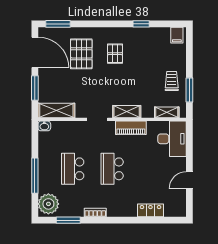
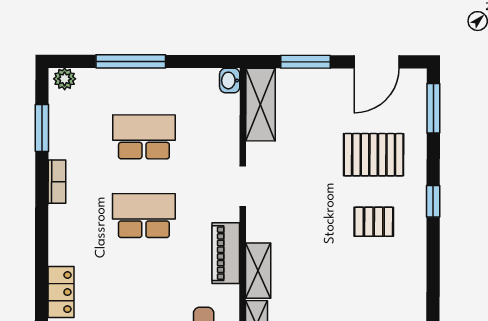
window: (141, 24) -> (433, 201), moved
door: (35, 52) -> (377, 62), width x0.73
shelving: (127, 112) -> (258, 271), moved
plant: (48, 204) -> (65, 79), width x0.53, depth x0.53

